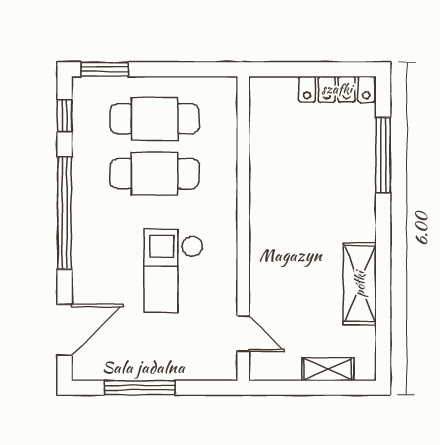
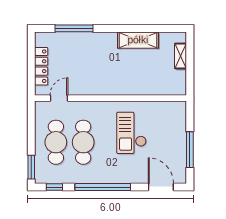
locker: (337, 89) -> (41, 66), moved
checkout: (173, 271) -> (131, 133), turned 90
door: (243, 334) -> (59, 98), moved

